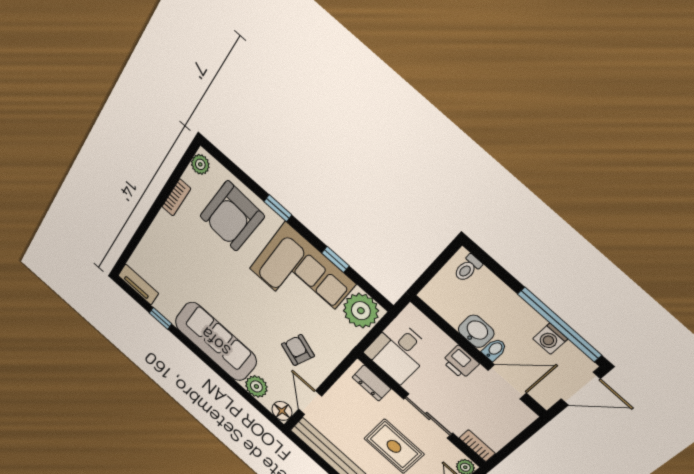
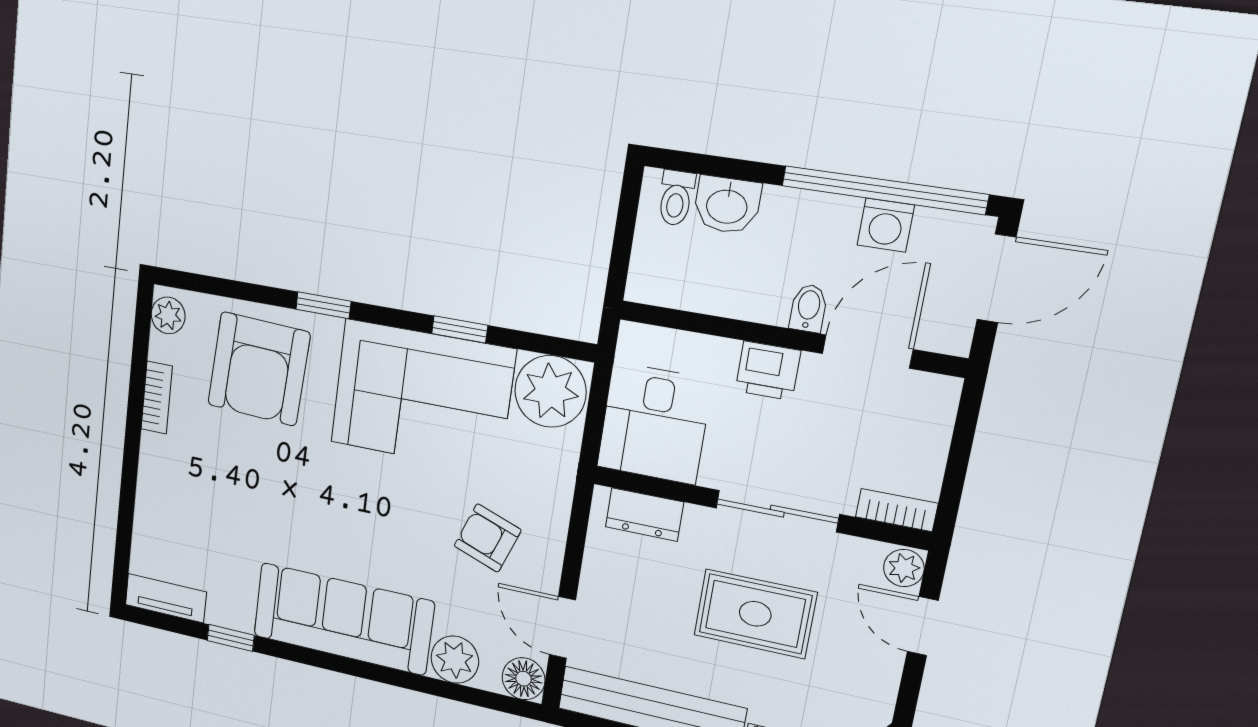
washbasin: (476, 331) -> (727, 205), moved, turned 180

